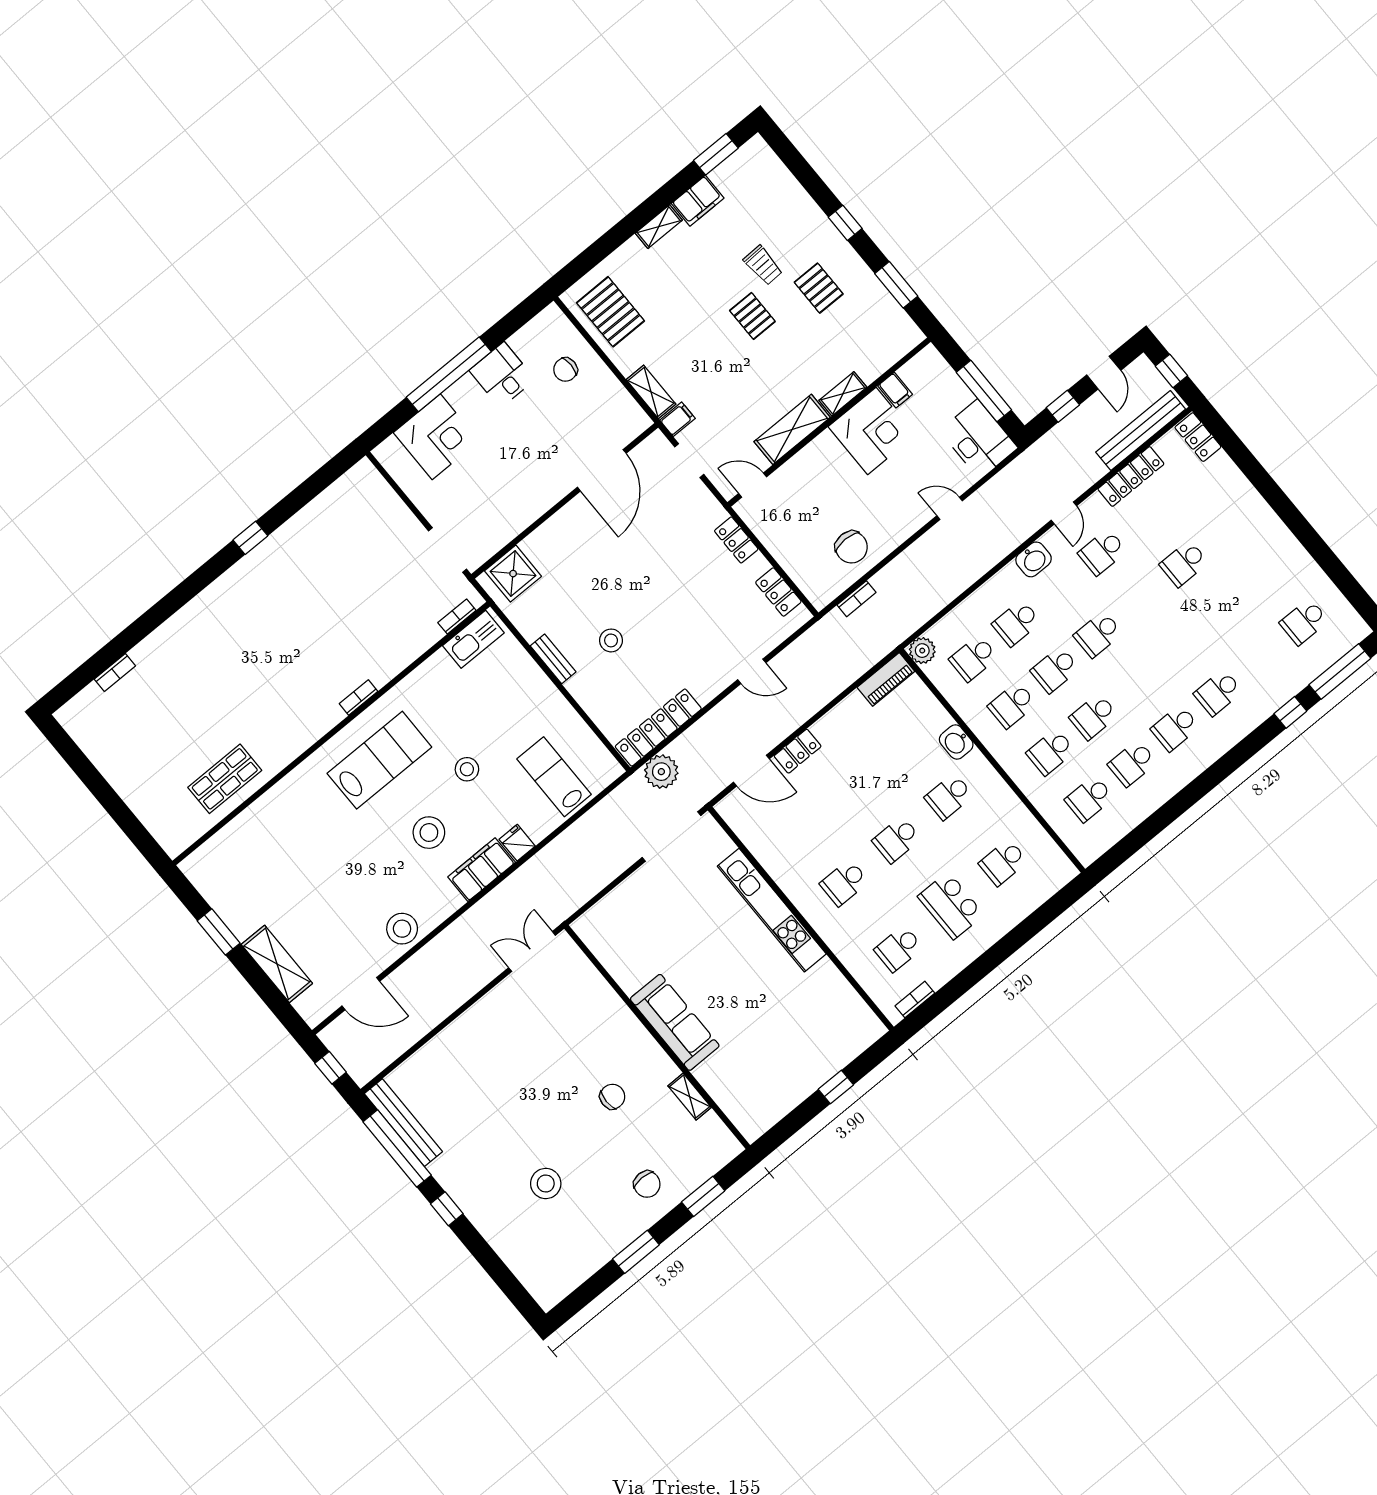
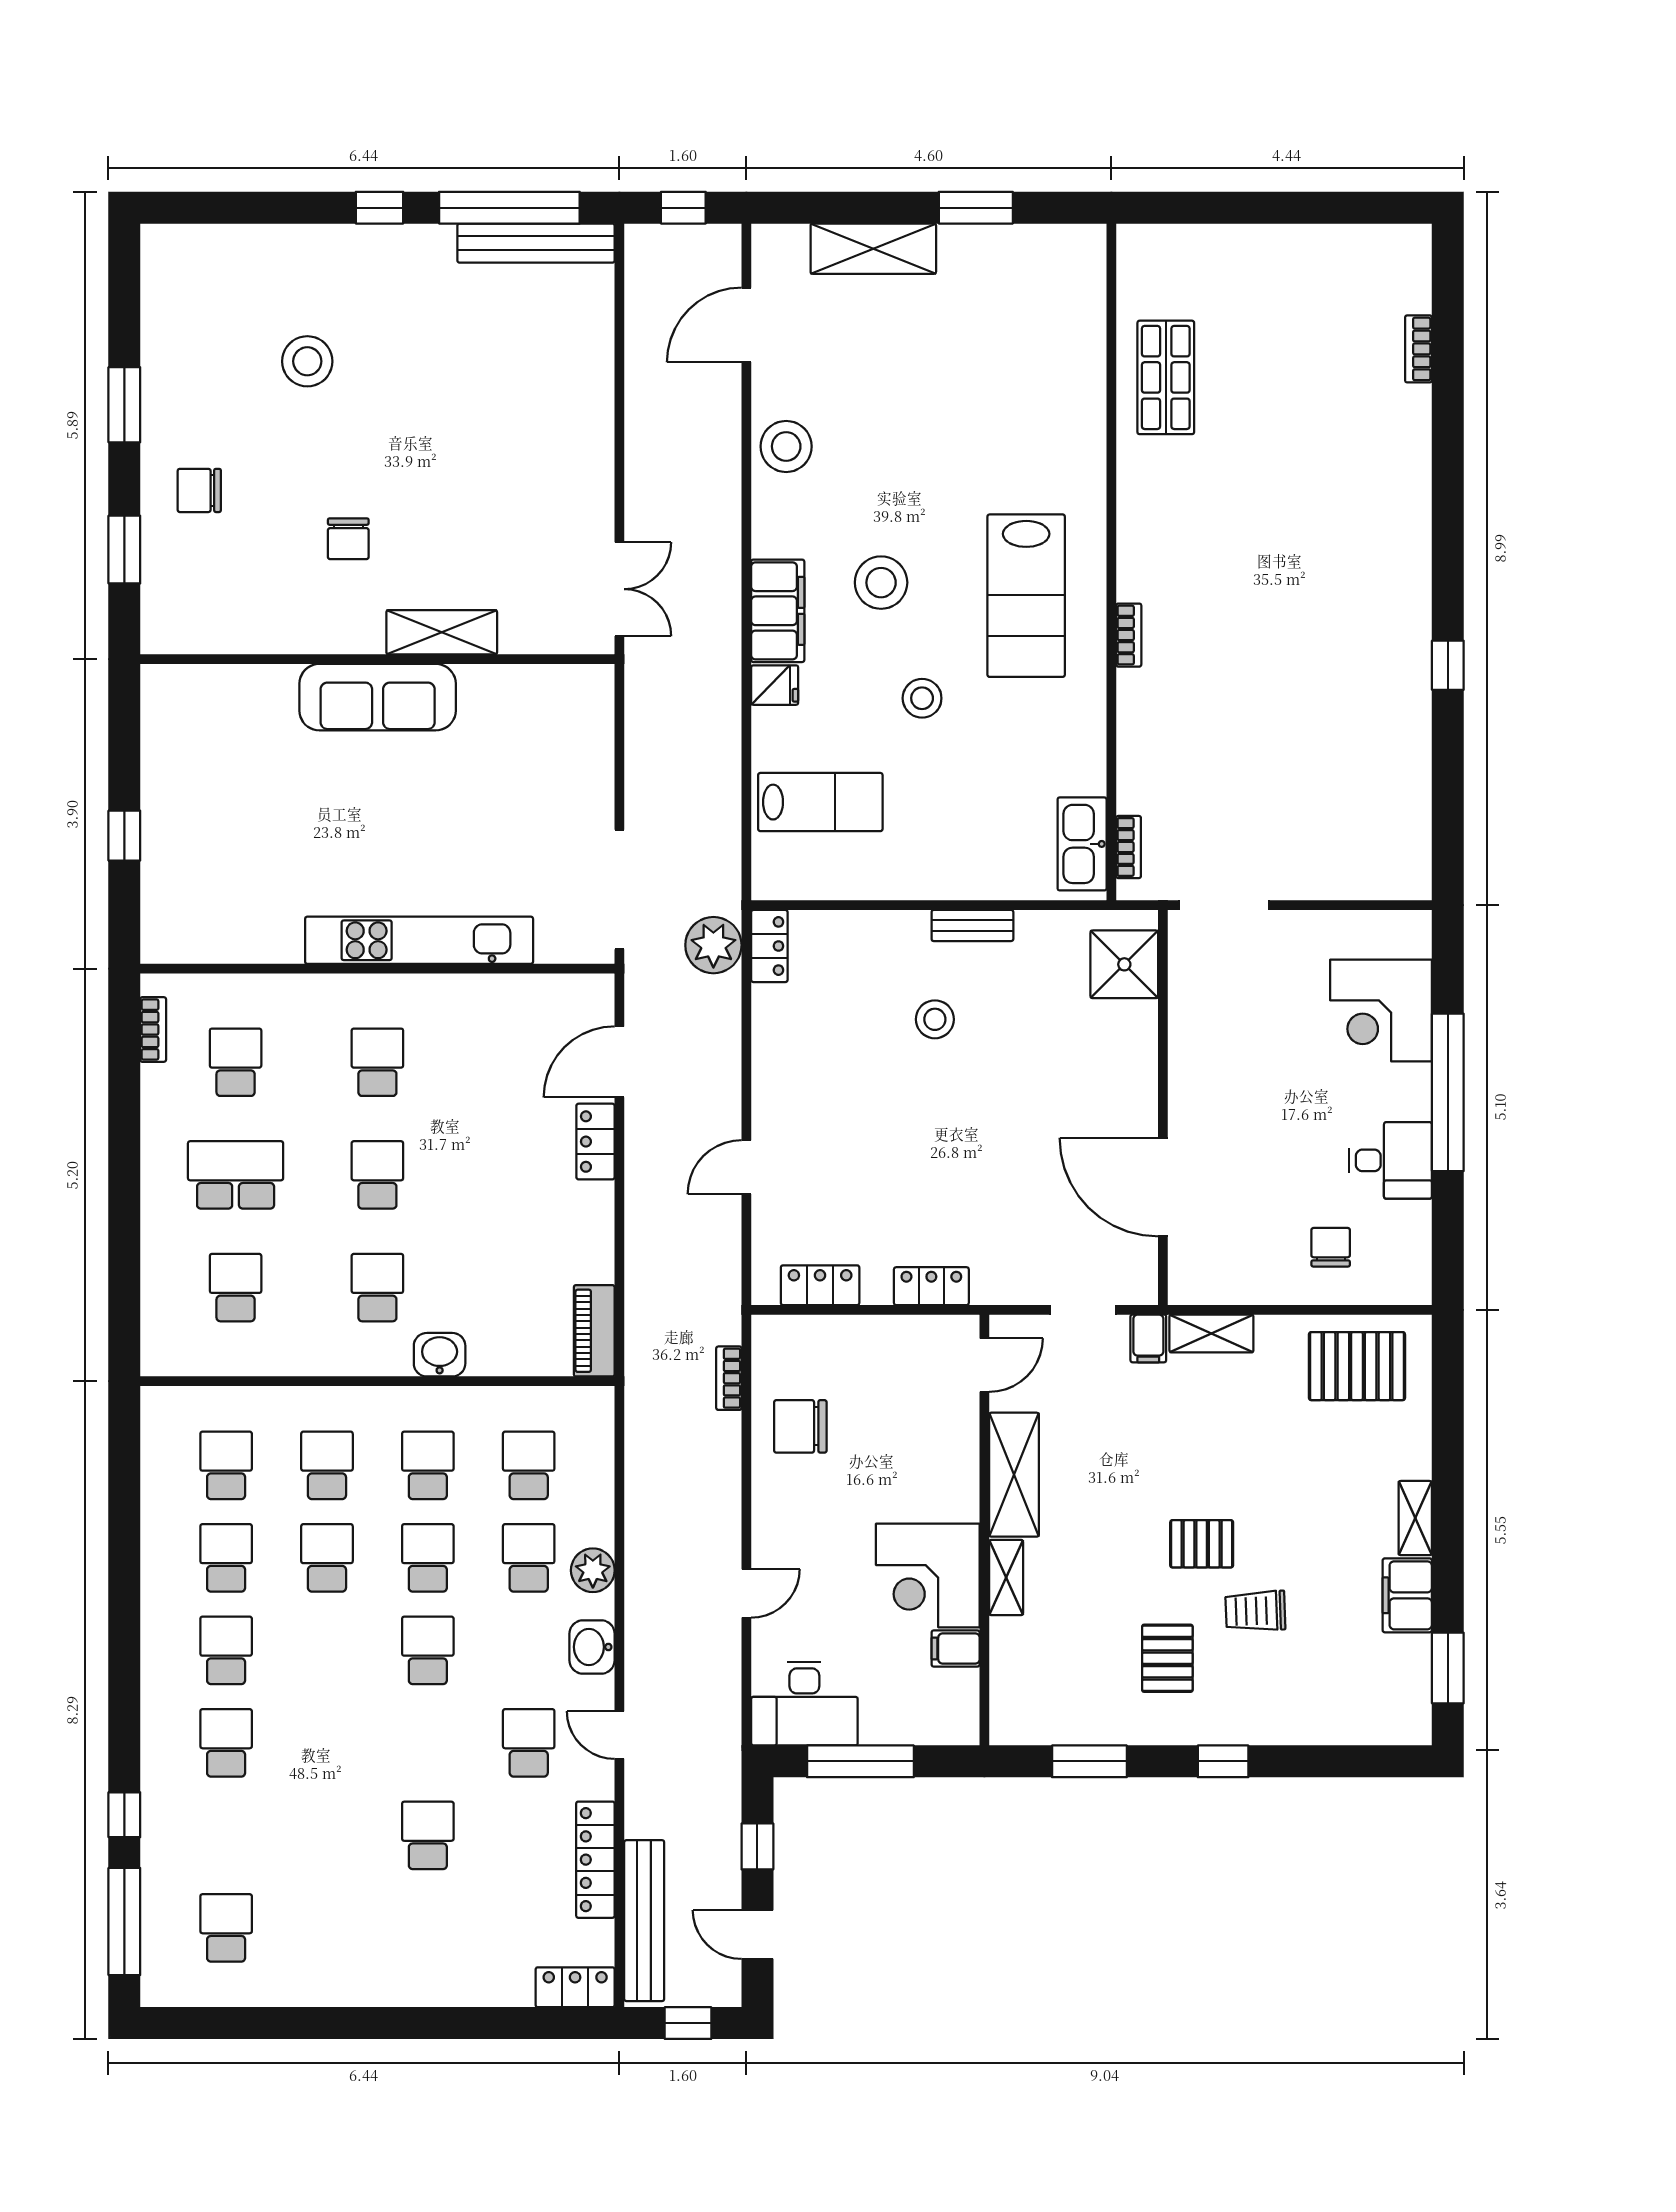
pallet: (819, 288) -> (1167, 1658), turned 90
plant: (922, 651) -> (593, 1570), moved
locker: (658, 728) -> (769, 946), width x0.46, depth x0.83
shelving: (690, 1097) -> (442, 632), moved, width x1.50, depth x1.33

